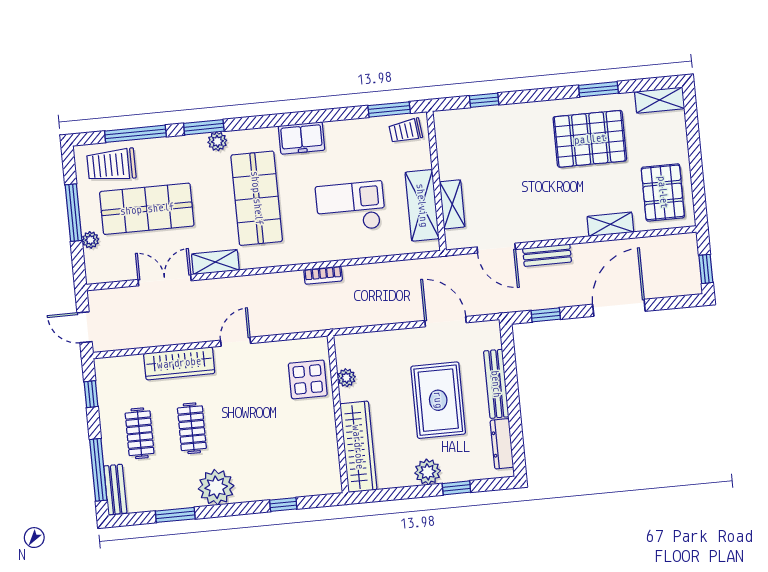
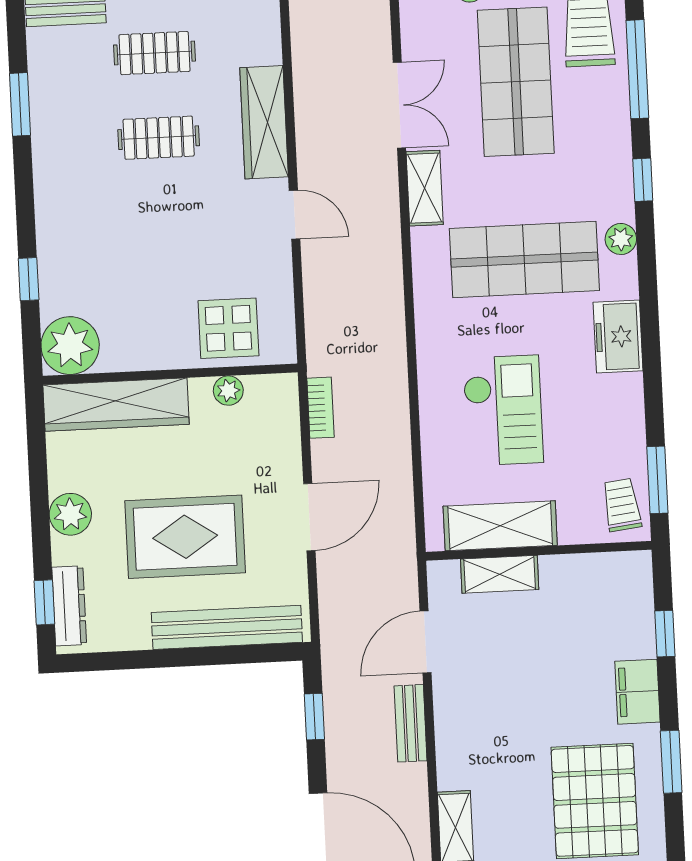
window: (598, 89) -> (671, 762), moved
filing cabinet: (521, 116) -> (637, 692), added
window: (204, 127) -> (643, 180), width x0.67
plant: (217, 141) -> (621, 239), moved
bookcase: (323, 275) -> (321, 408), moved, turned 180
door: (445, 322) -> (309, 517), moved
bench: (496, 384) -> (227, 627), width x1.37, depth x1.21
dresser: (502, 444) -> (69, 606), moved, turned 90
plant: (216, 487) -> (70, 346), moved
window: (456, 488) -> (44, 602), moved

